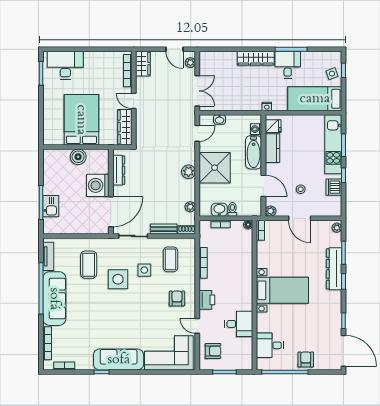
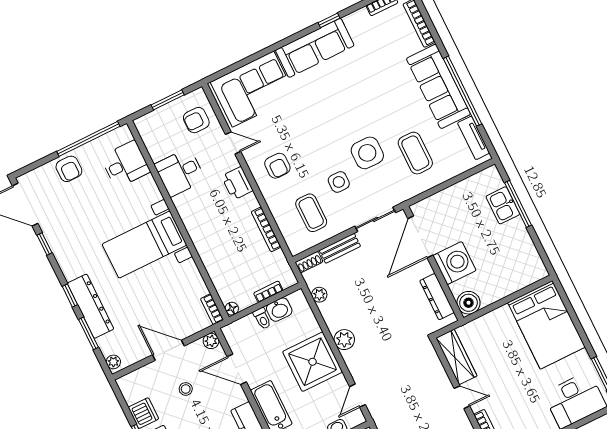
bed: (81, 120) -> (546, 325), moved
boiler: (78, 157) -> (469, 303), moved

